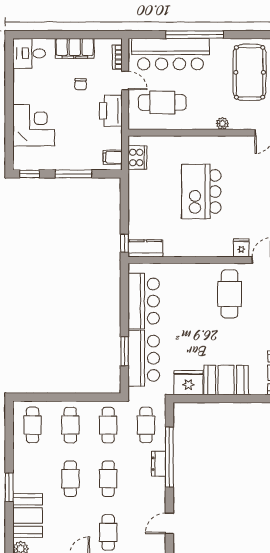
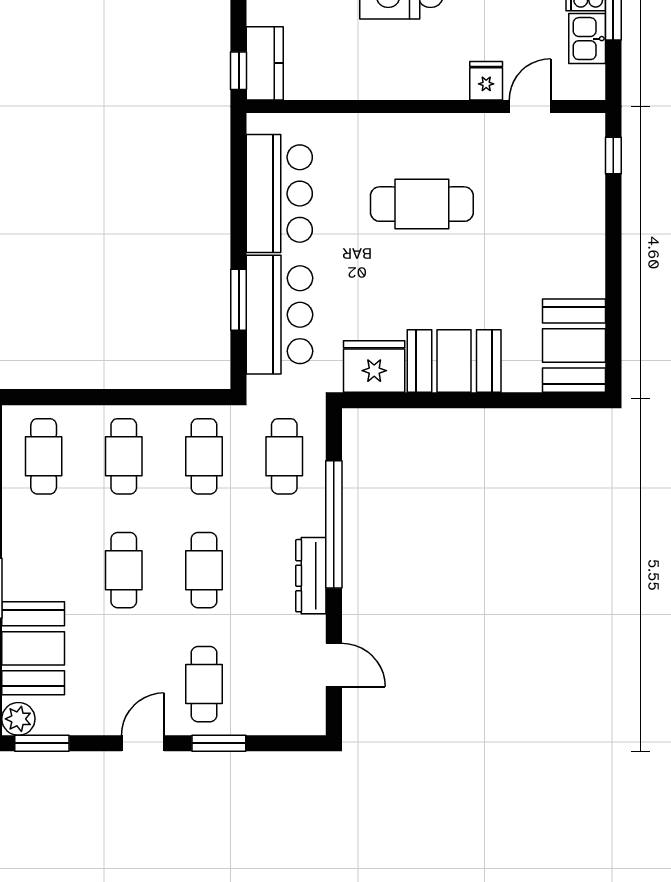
kitchen counter: (145, 248) -> (265, 63), moved, turned 90
cafe table: (229, 294) -> (422, 204), moved, turned 90
dresser: (159, 464) -> (311, 576), moved, width x1.44
door: (169, 523) -> (334, 665), swing flipped

